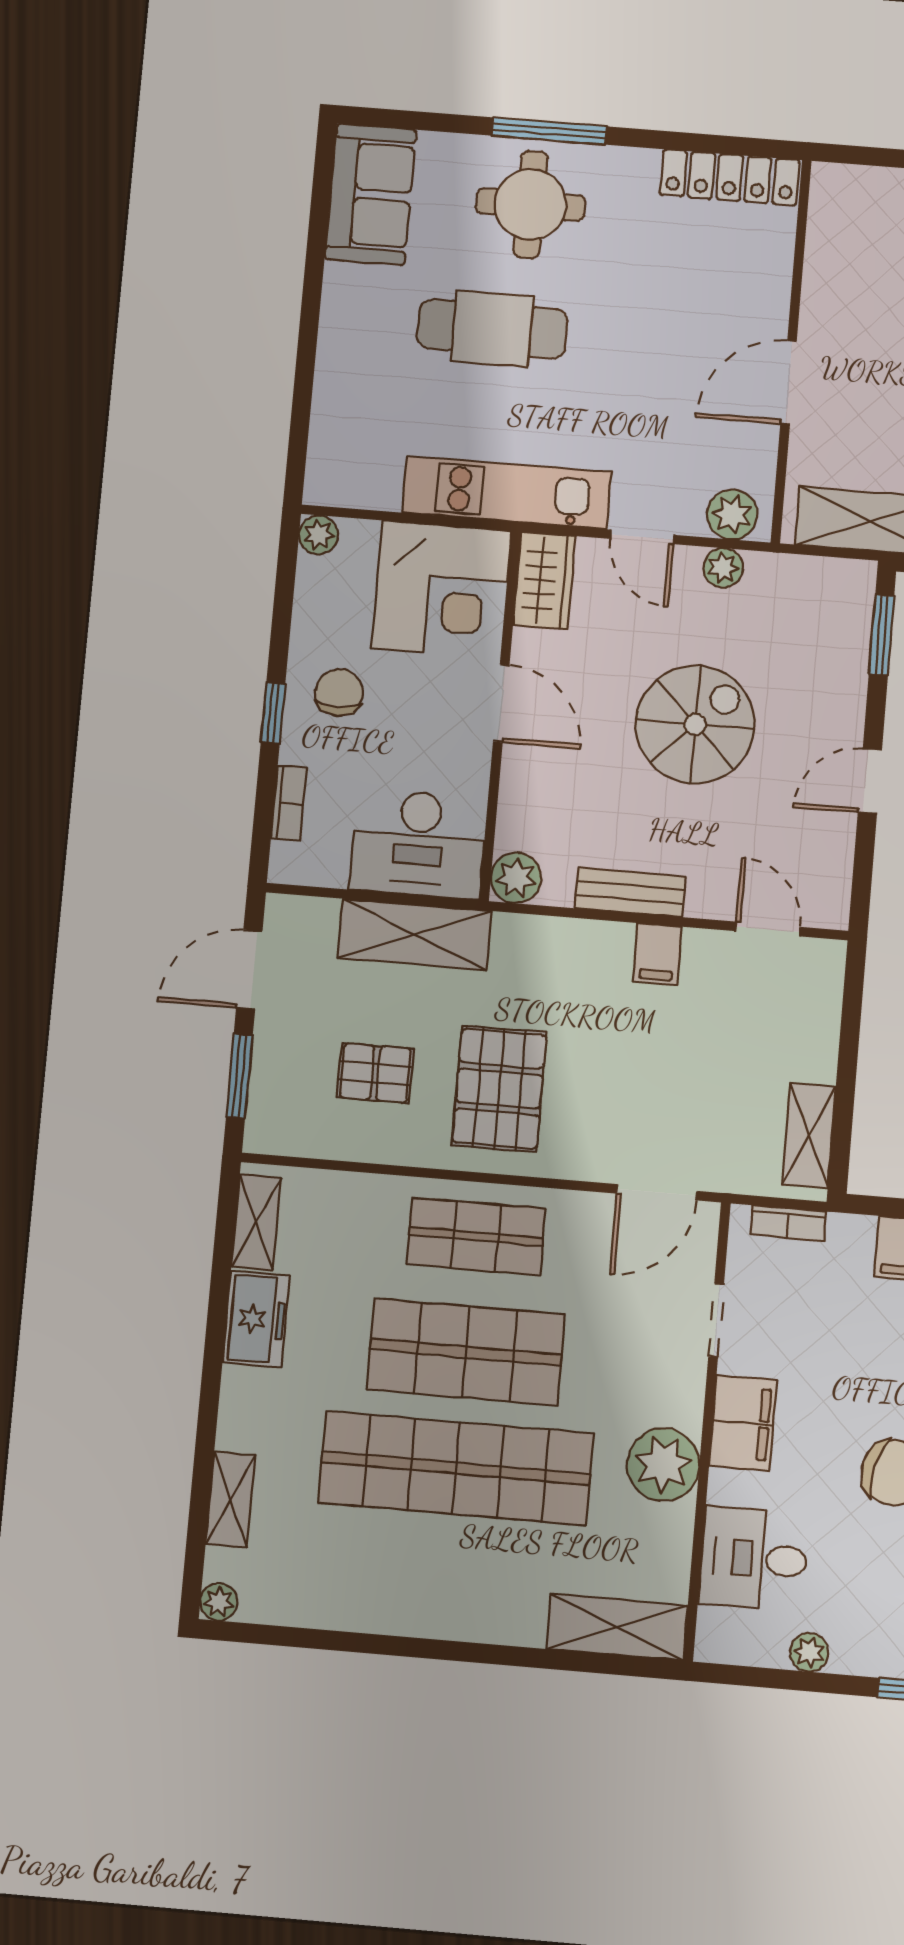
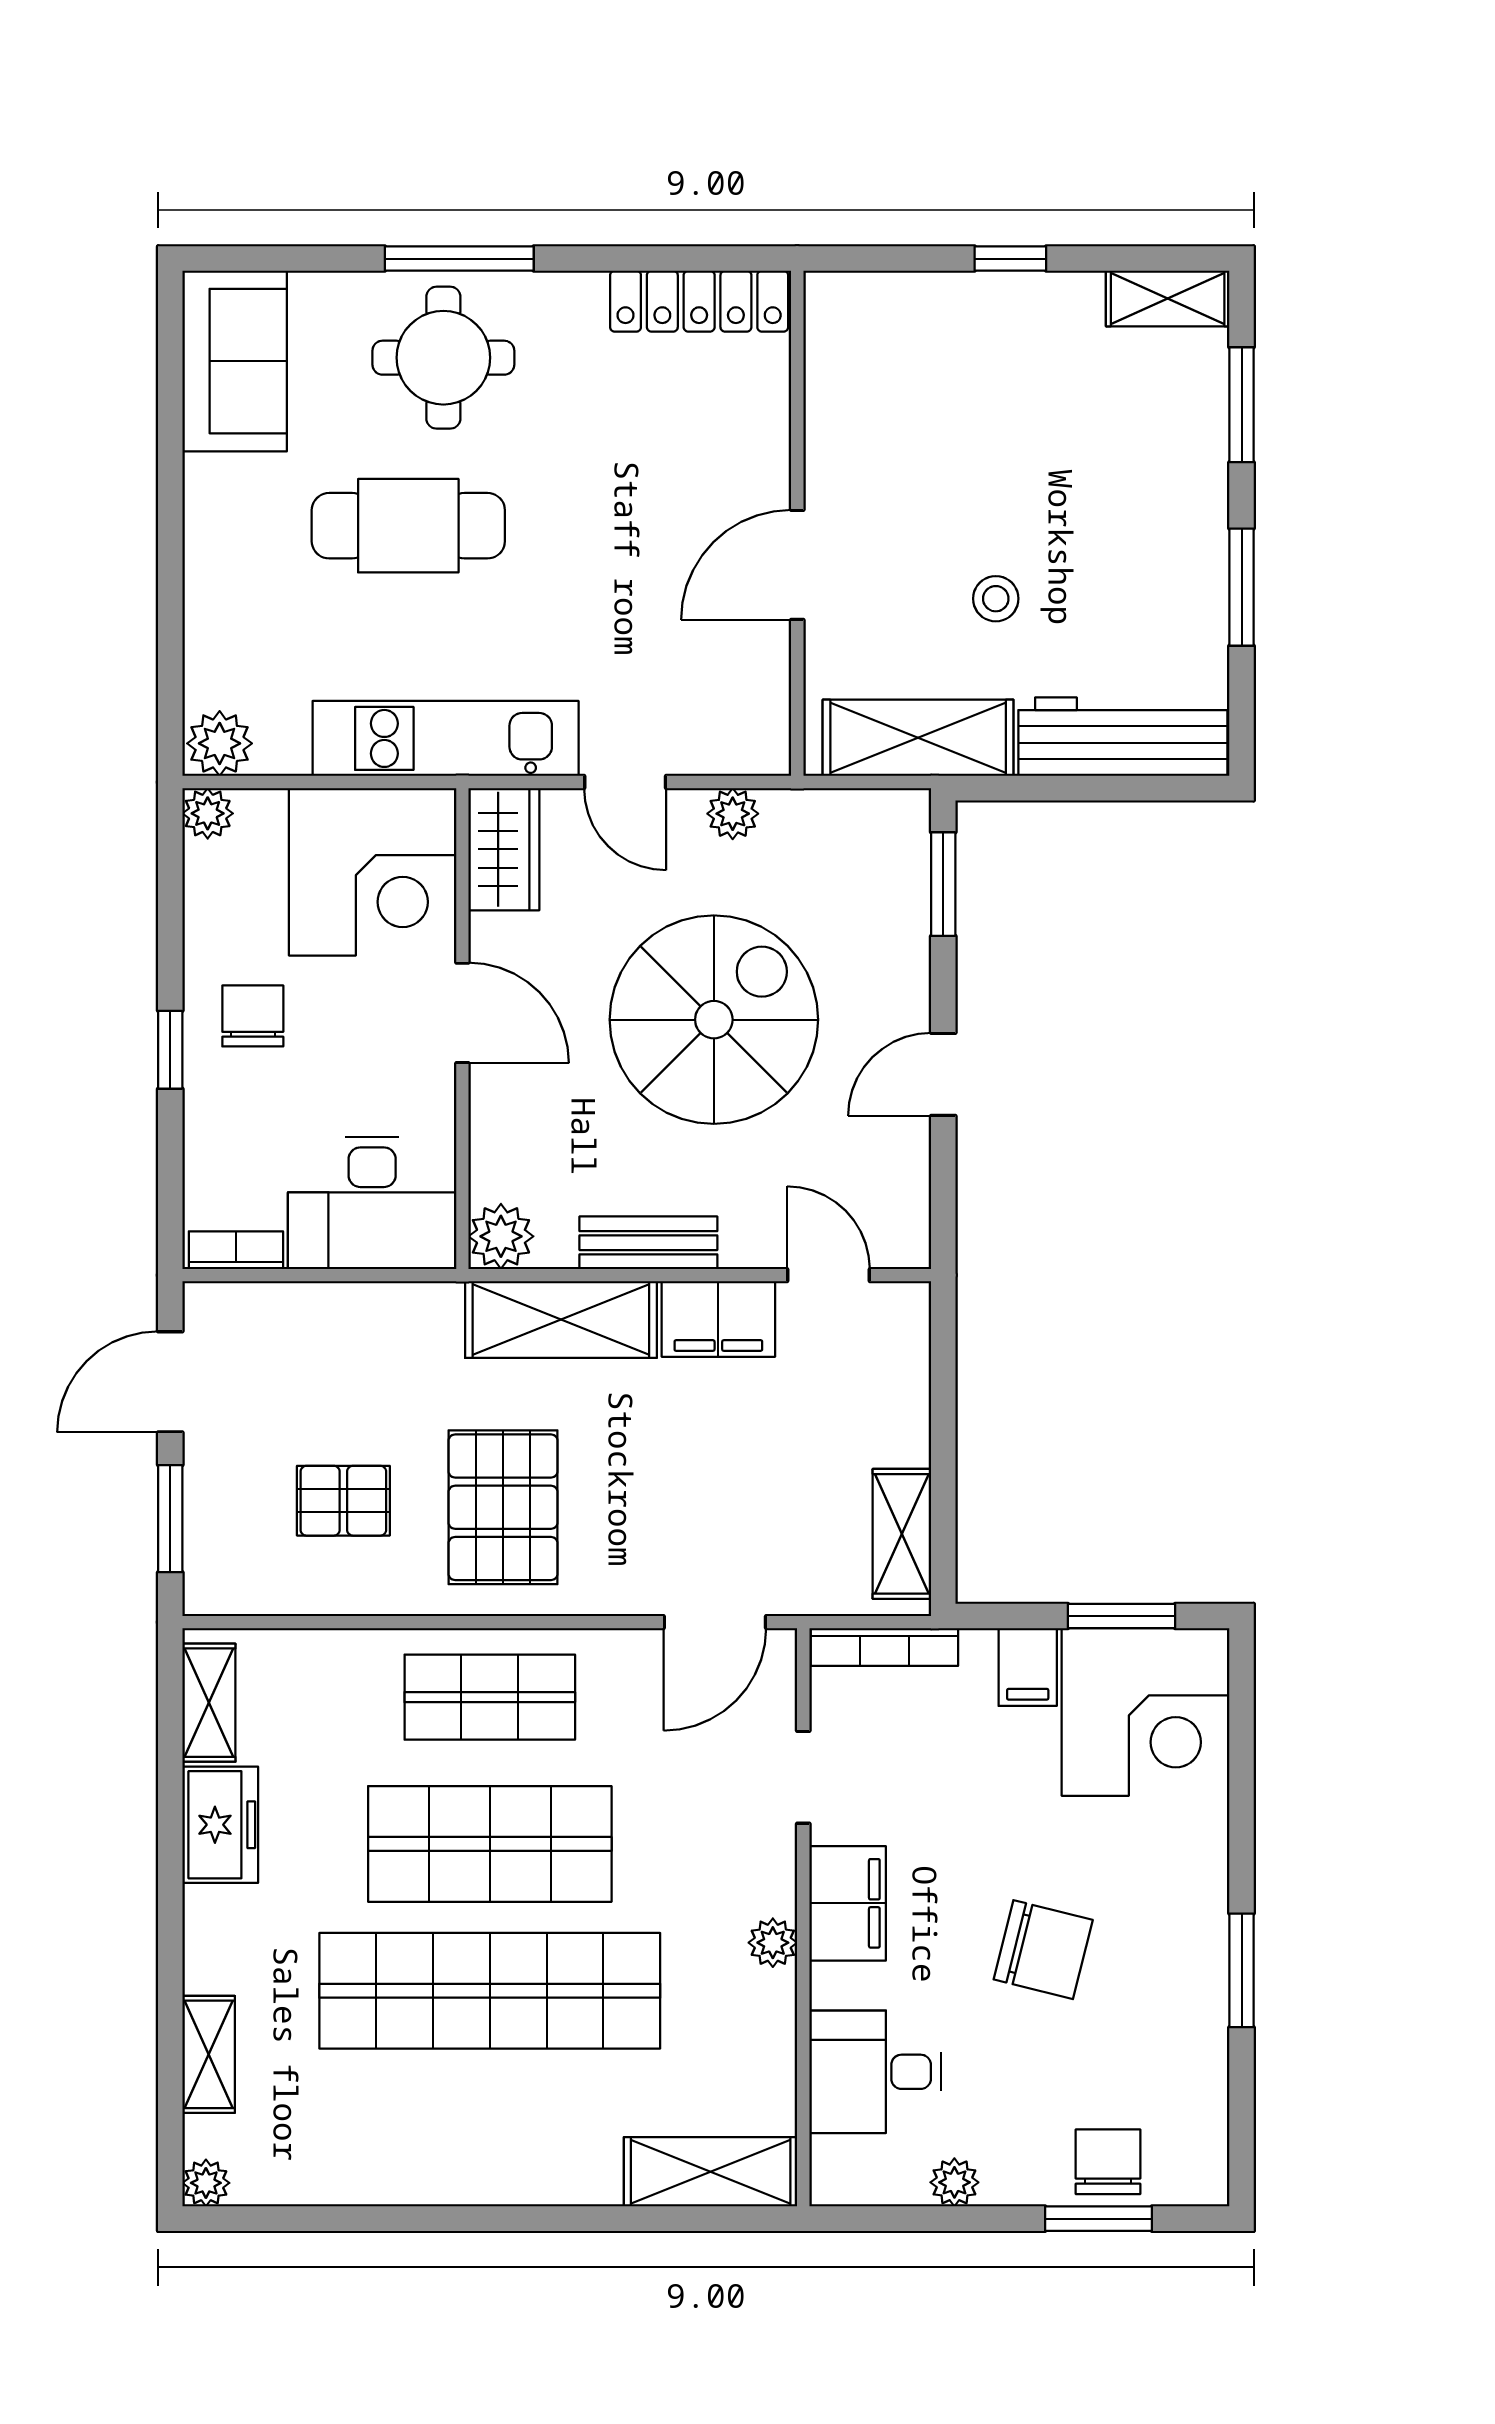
plant: (732, 514) -> (220, 743), moved
spiral stairs: (695, 724) -> (714, 1020), width x1.37, depth x1.37
bookcase: (289, 803) -> (236, 1250), moved, turned -90
shelving: (415, 934) -> (561, 1320), moved
filing cabinet: (657, 954) -> (718, 1319), width x2.00
bookcase: (788, 1223) -> (884, 1647), width x1.56
plant: (663, 1465) -> (773, 1943), width x0.53, depth x0.53

